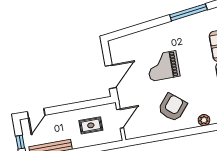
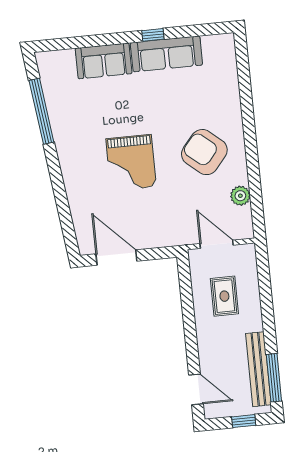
door: (111, 77) -> (116, 258), moved
plant: (204, 120) -> (240, 196), moved

